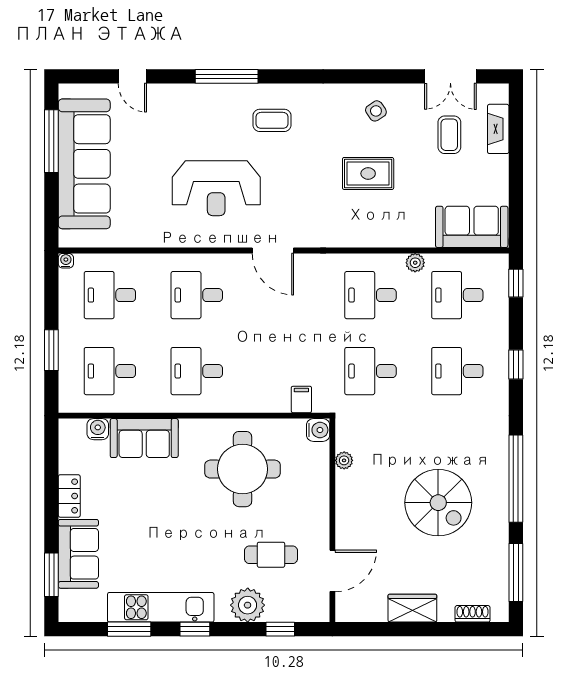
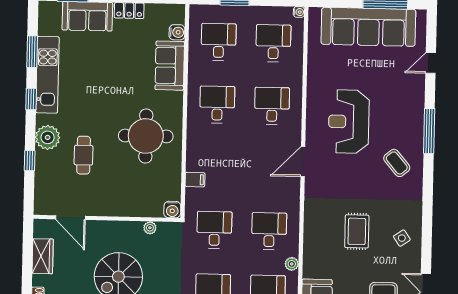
coffee table: (272, 120) -> (397, 163), turned -40
water cooler: (318, 430) -> (172, 210), moved
plant: (344, 460) -> (150, 228), moved
wall: (332, 520) -> (107, 218), moved
door: (332, 571) -> (70, 218), moved

